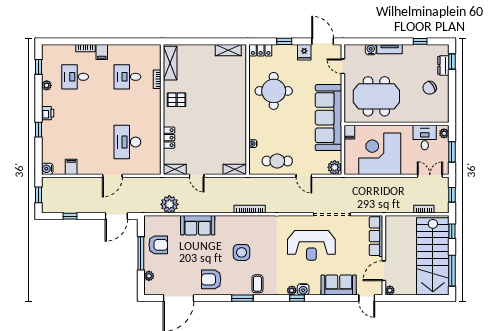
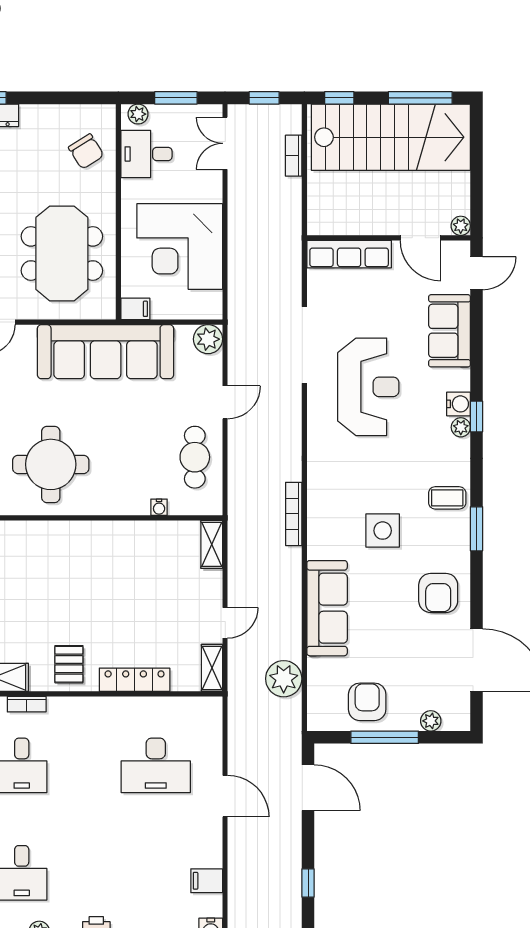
chair: (430, 88) -> (86, 151), moved
locker: (169, 138) -> (135, 680), width x1.53
sofa: (198, 225) -> (327, 608), width x1.36

